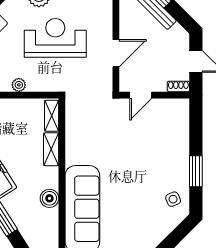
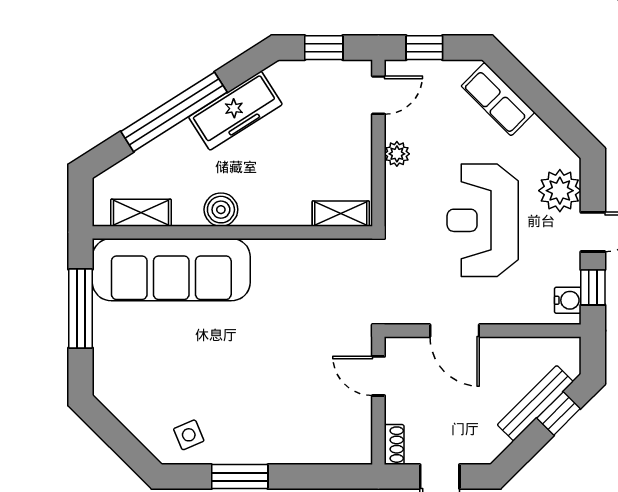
reception desk: (55, 38) -> (483, 220), turned 180
shelving: (51, 149) -> (141, 213), moved
boiler: (49, 198) -> (221, 210), moved

